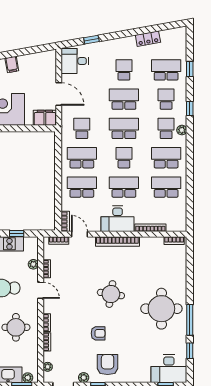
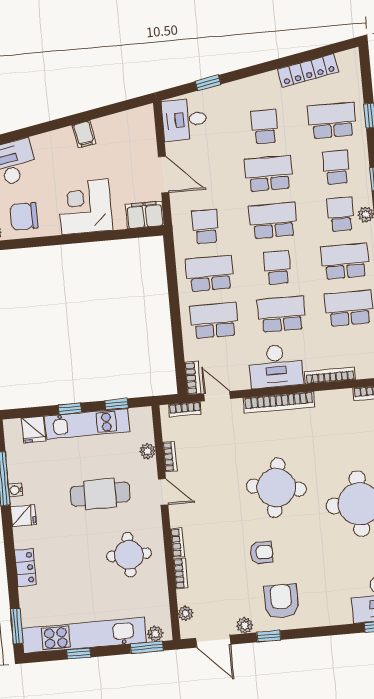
locker: (148, 39) -> (308, 70), width x1.53
round table: (111, 294) -> (276, 488), width x1.36, depth x1.36

